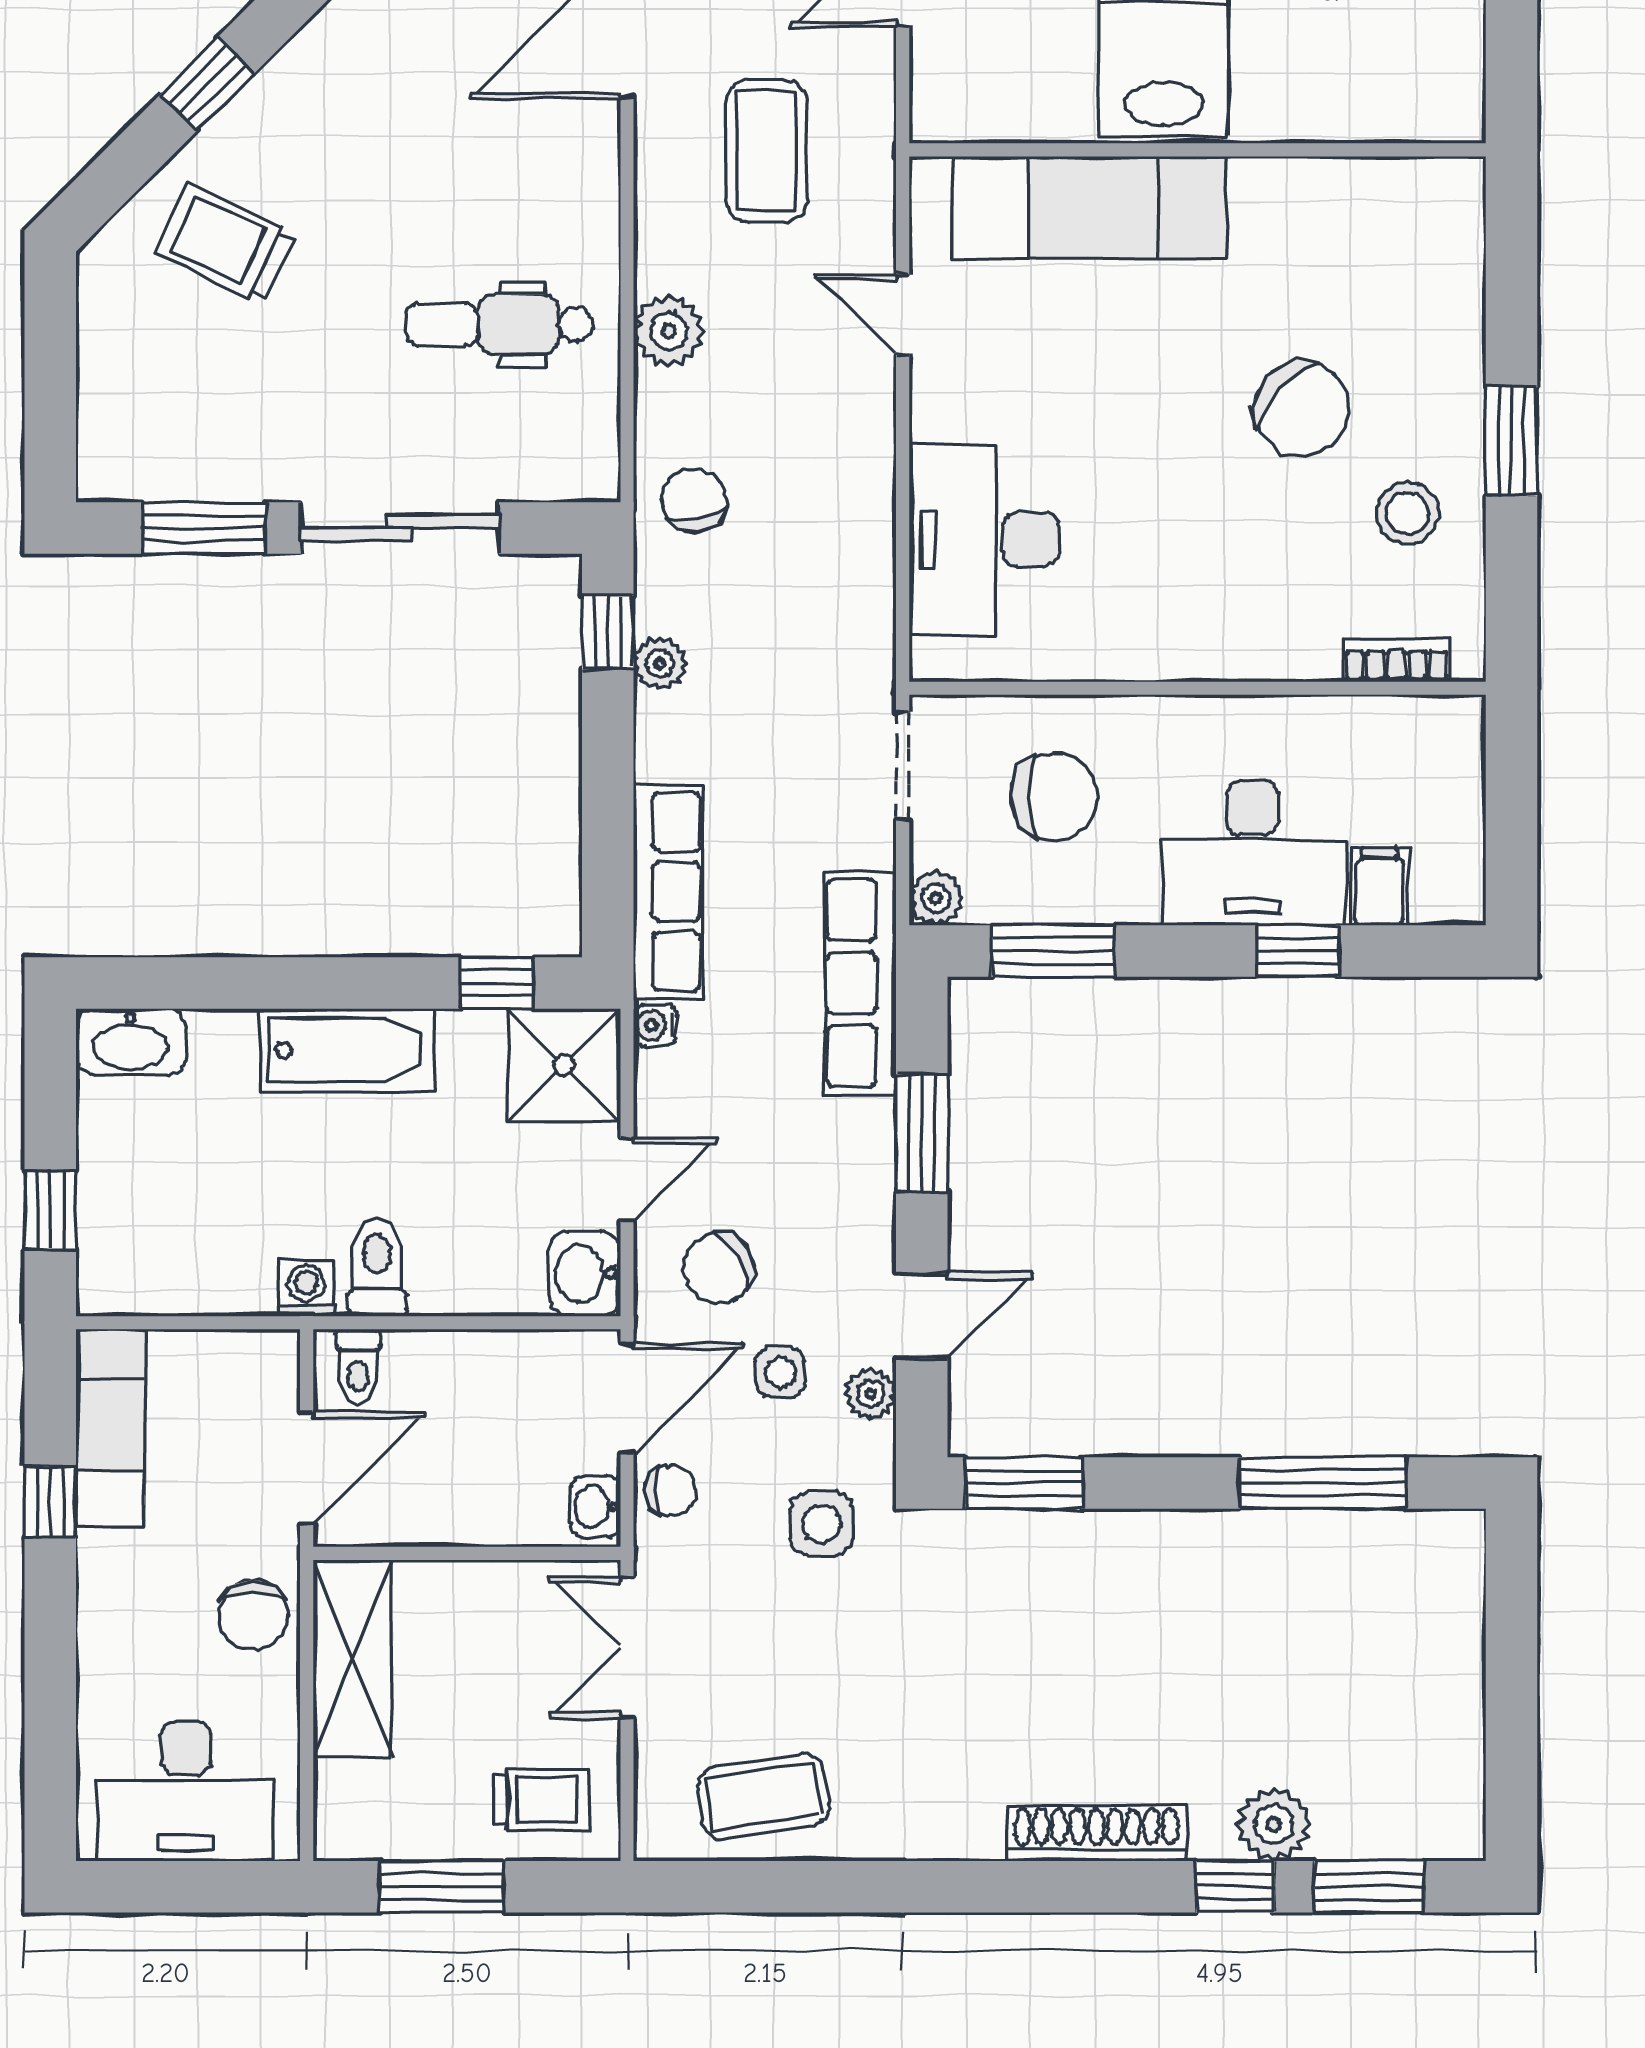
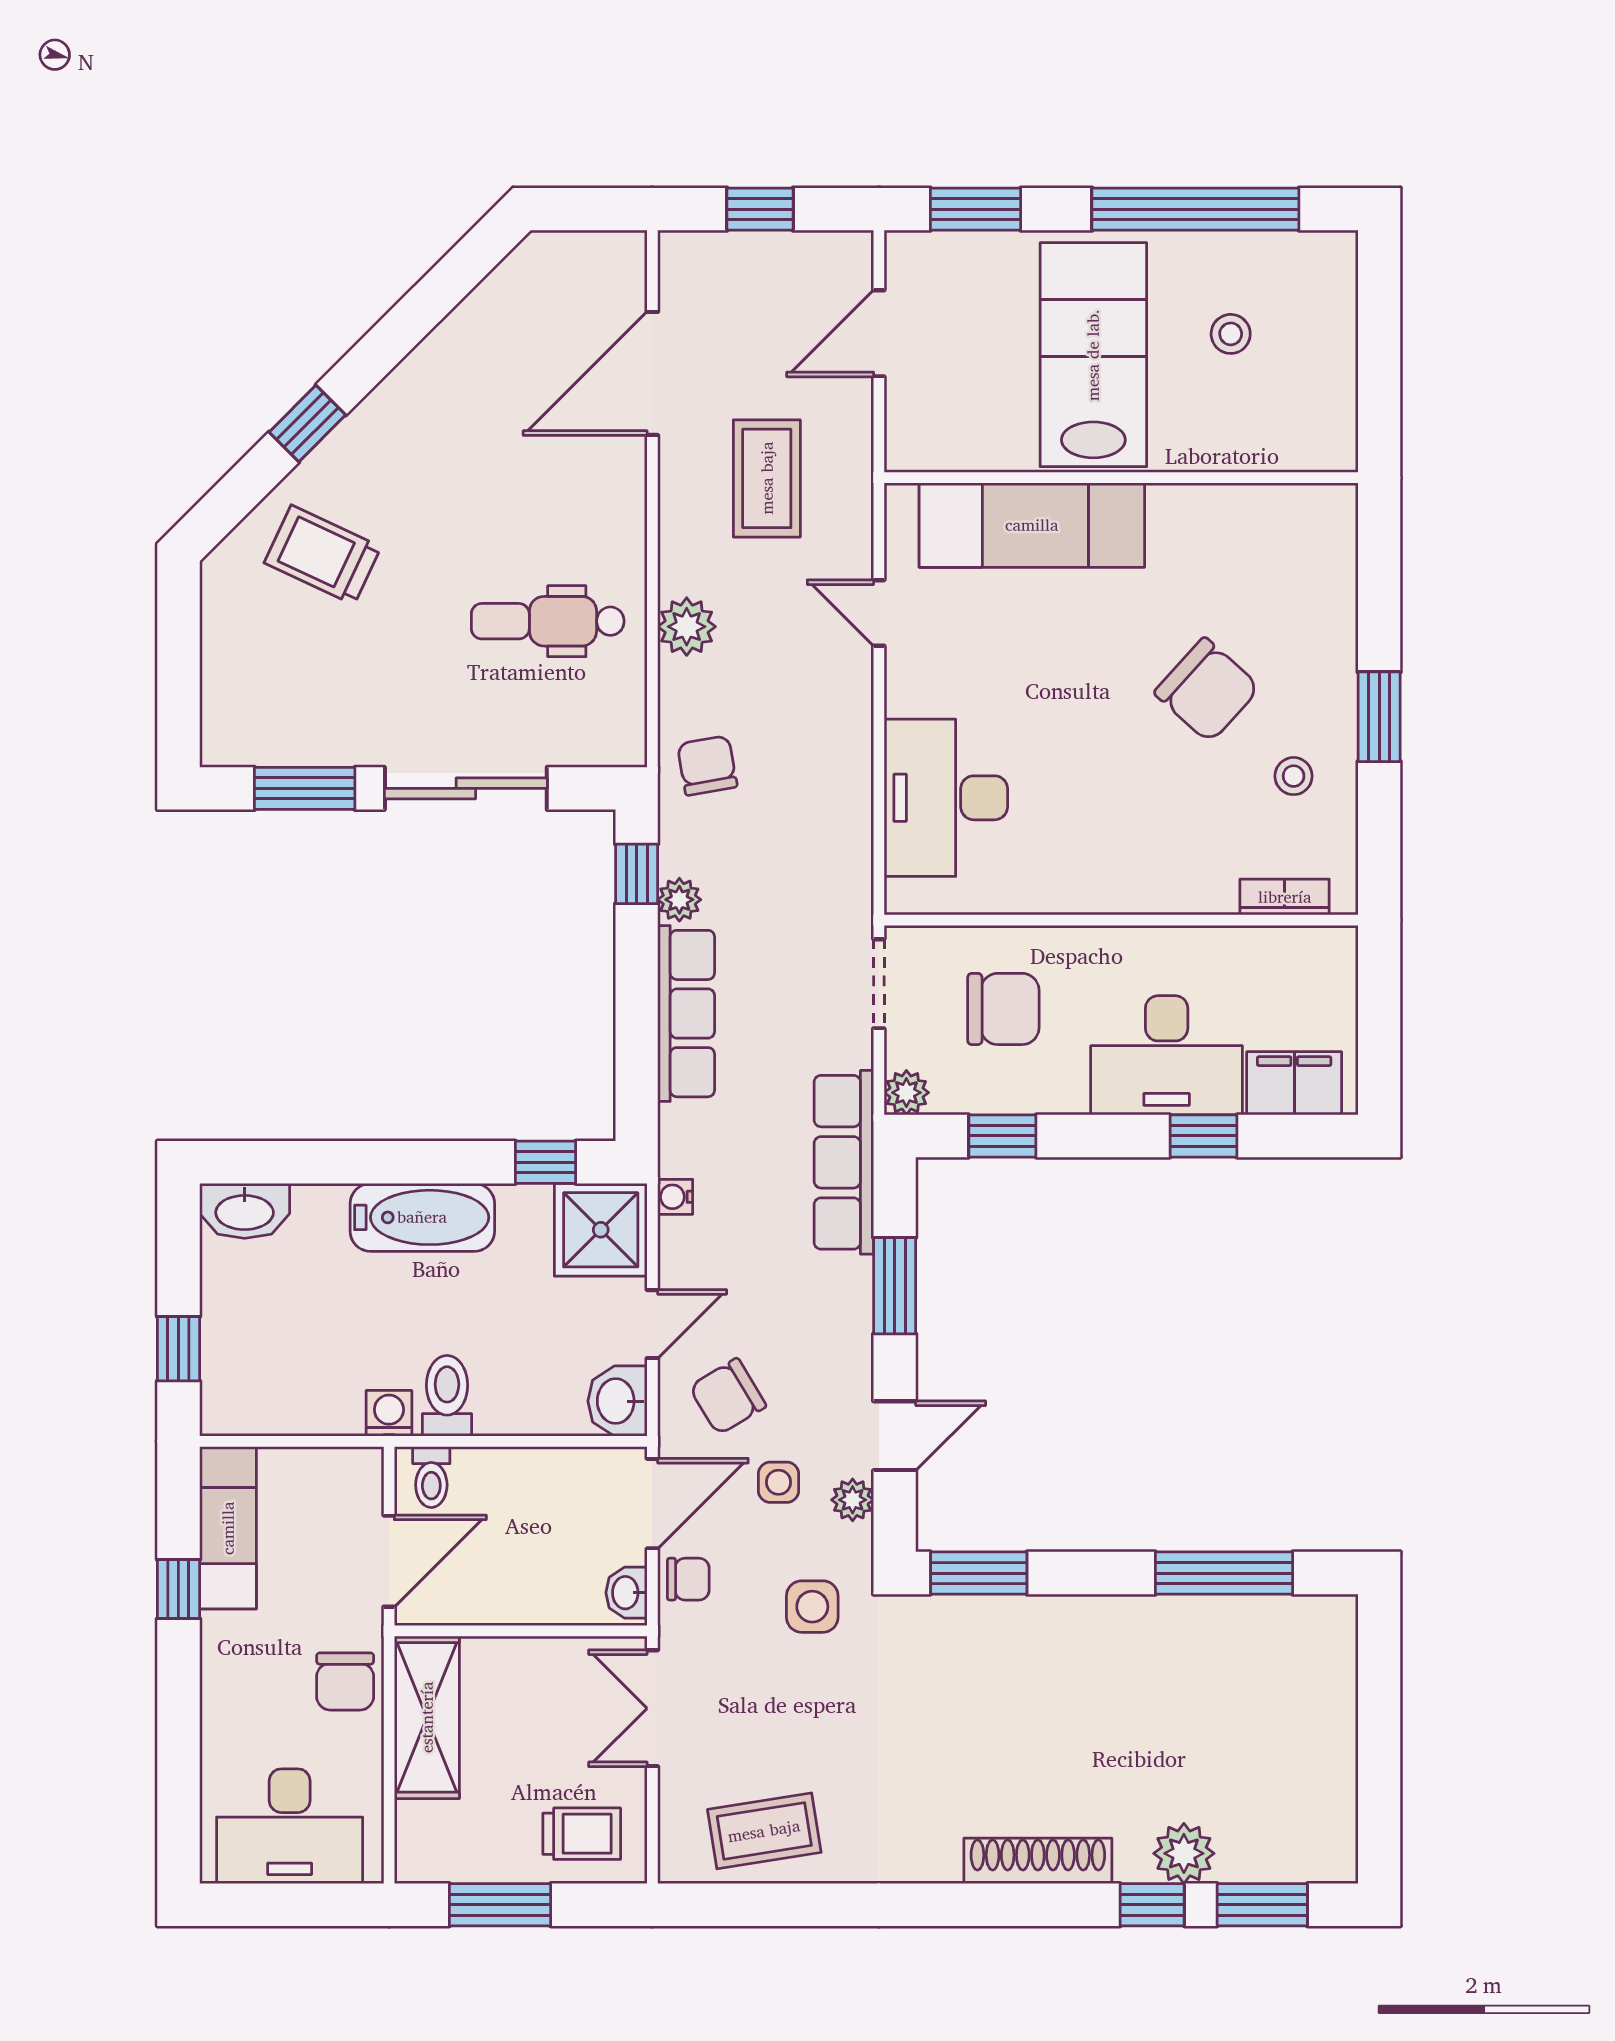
stool: (1407, 513) -> (1294, 776), width x0.73, depth x0.73
filing cabinet: (1379, 887) -> (1294, 1083), width x2.00
row of seats: (668, 892) -> (686, 1014), moved
window: (1053, 951) -> (1002, 1136), width x0.67

